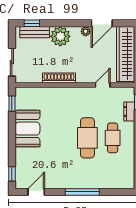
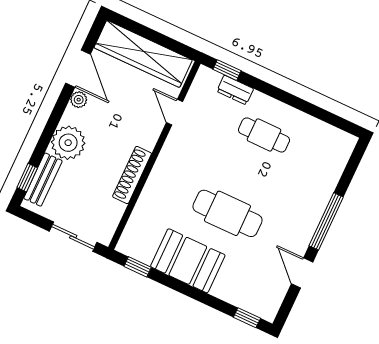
cafe table: (87, 138) -> (227, 213), moved
door: (36, 192) -> (302, 273), moved

